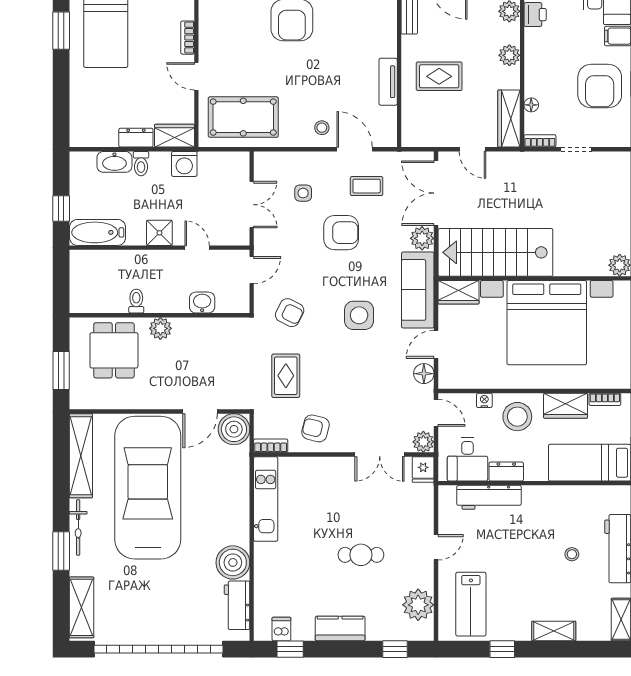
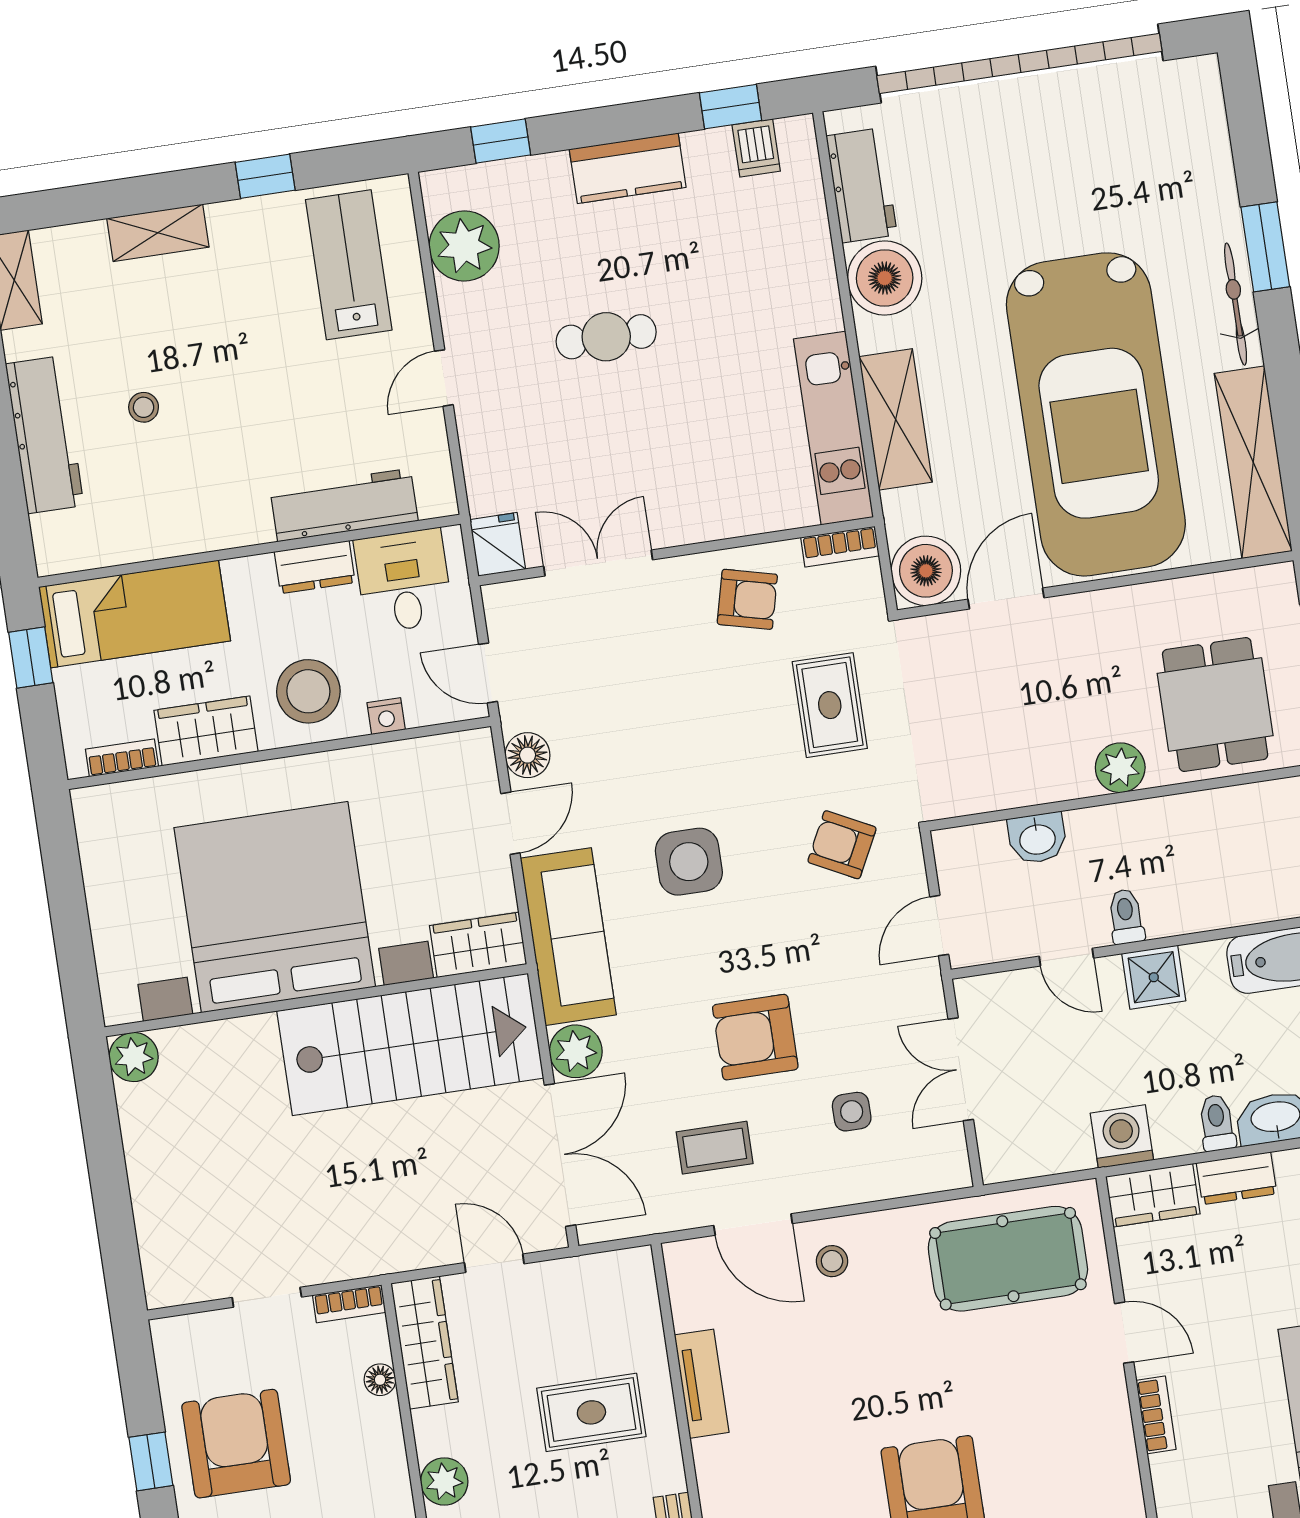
toilet: (136, 301) -> (1126, 917), moved, turned 180
plant: (423, 442) -> (506, 605), removed
shelving: (81, 607) -> (896, 419), moved

